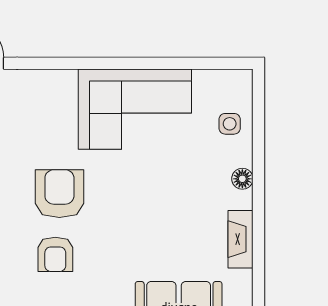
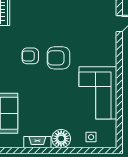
floor lamp: (242, 179) -> (61, 139), width x1.89, depth x1.89
armchair: (59, 194) -> (59, 58), turned 180

